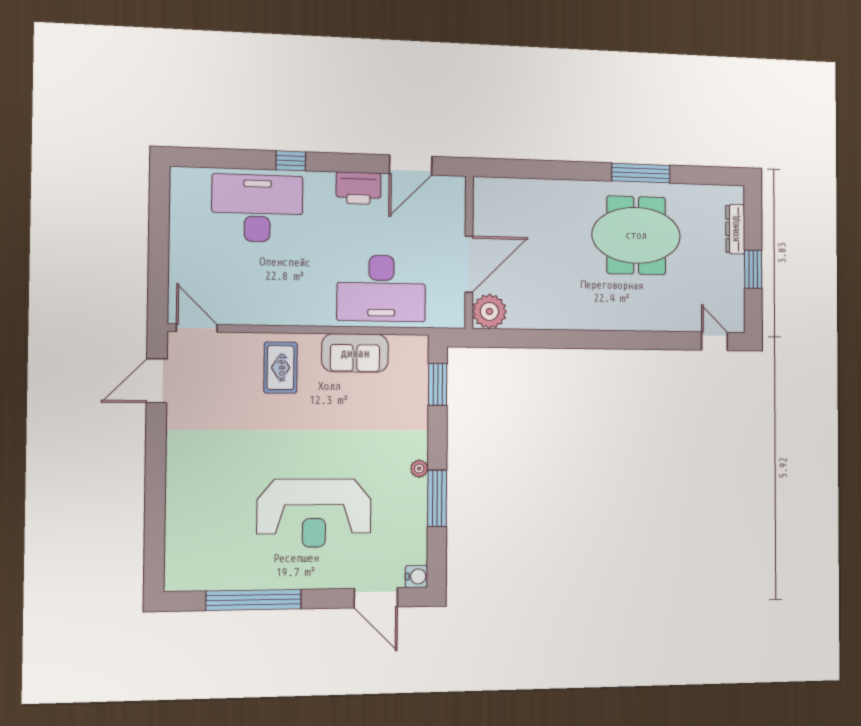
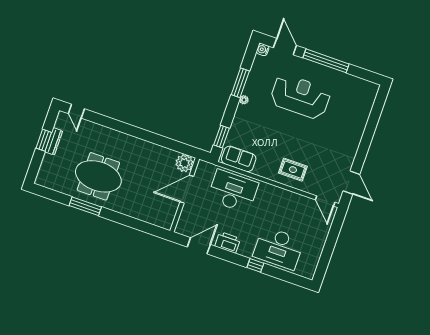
dresser: (735, 229) -> (54, 141), moved
sofa: (355, 353) -> (239, 159), moved
rug: (281, 368) -> (293, 170), turned 90
door: (157, 381) -> (351, 183), hinge flipped
window: (254, 600) -> (326, 61), moved

